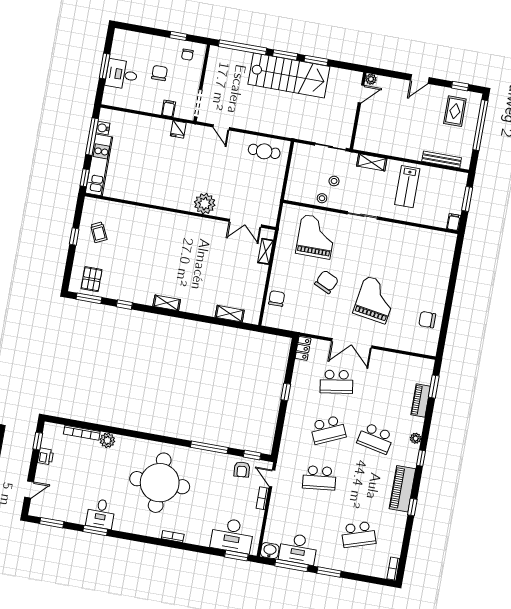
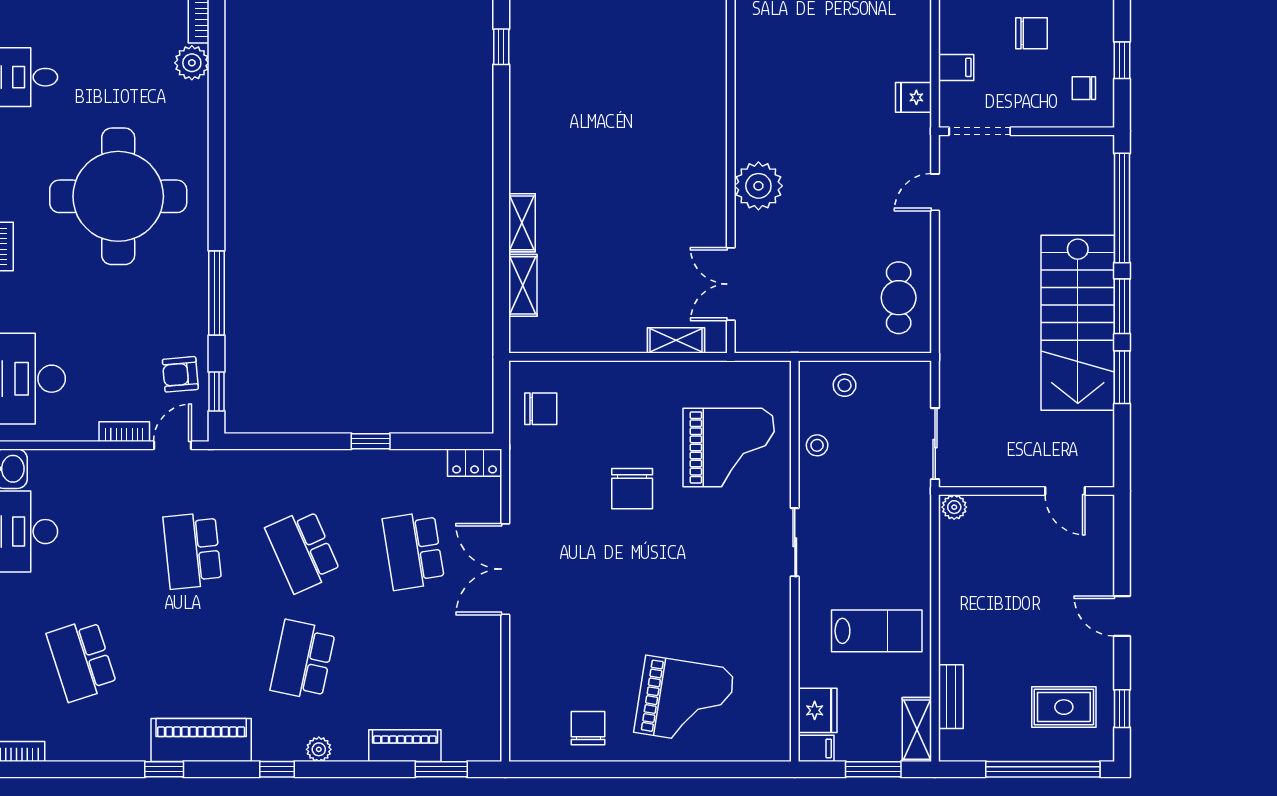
plant: (371, 79) -> (954, 507), moved
bench: (442, 159) -> (951, 697), width x0.73
shelving: (372, 162) -> (917, 730), moved
stool: (334, 181) -> (845, 385), moved
lab bench: (407, 187) -> (877, 631), turned 180
fridge: (437, 218) -> (818, 710), added
chair: (327, 282) -> (632, 489), turned 65
chair: (277, 298) -> (541, 409), moved
grand piano: (375, 300) -> (685, 701), moved
shelving: (167, 303) -> (522, 223), moved

